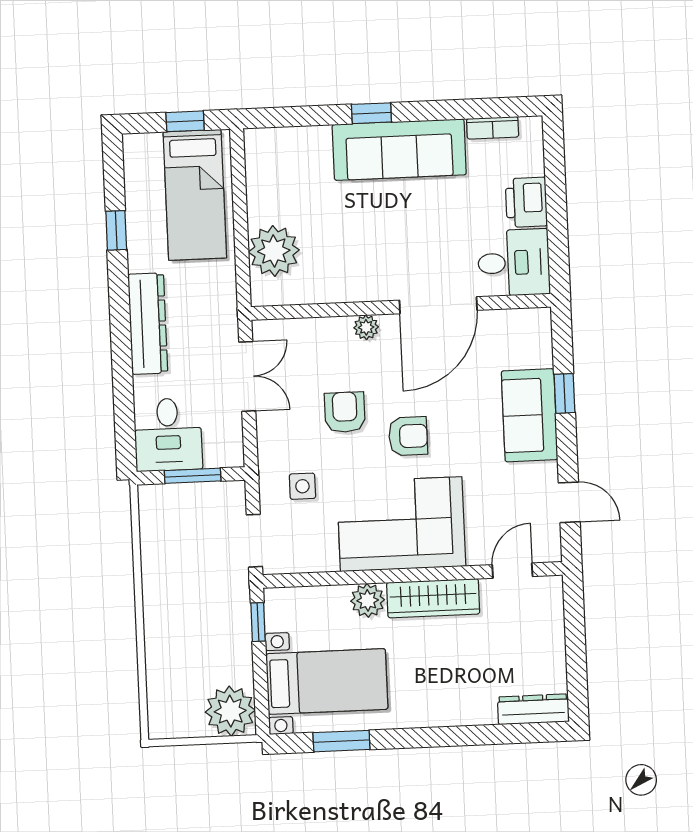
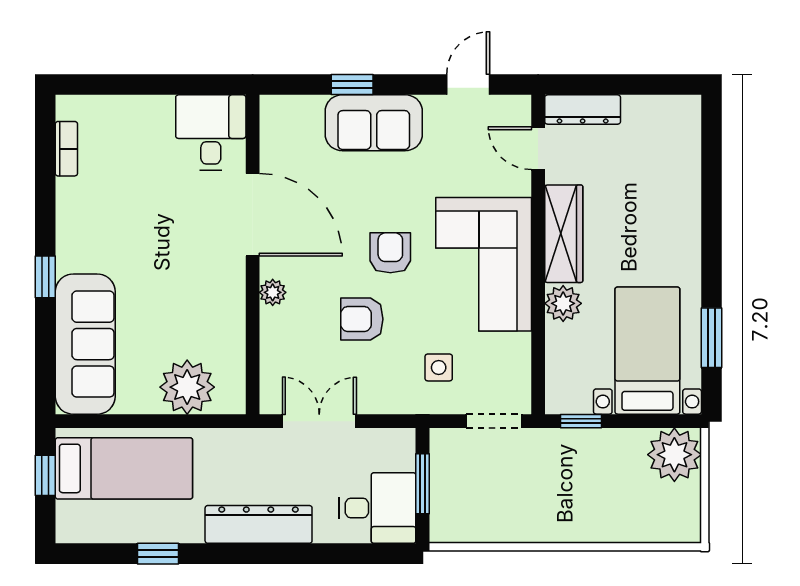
sofa: (399, 150) -> (85, 344), moved
printer: (526, 202) -> (147, 116), removed
dresser: (533, 709) -> (583, 110), moved, turned -90

